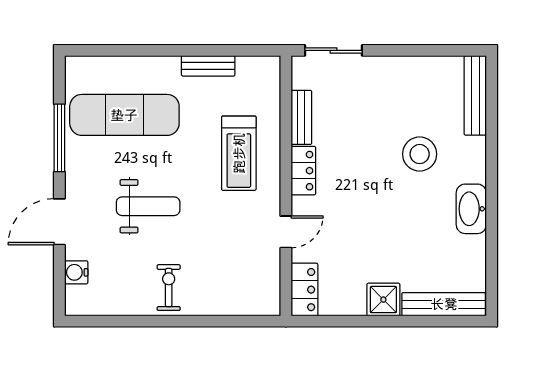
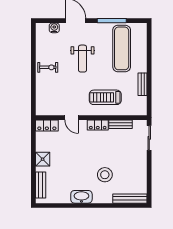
bench: (444, 304) -> (41, 185), width x0.73

